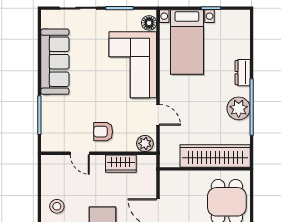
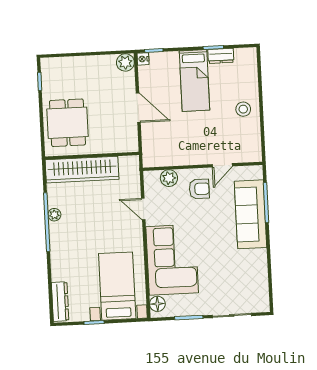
sofa: (55, 62) -> (251, 214), moved
dresser: (243, 73) -> (60, 302), moved, width x1.44
plant: (239, 108) -> (54, 215), width x0.53, depth x0.53
plant: (145, 143) -> (169, 178), moved
door: (80, 153) -> (222, 165), swing flipped
wardrobe: (121, 164) -> (179, 157), removed

